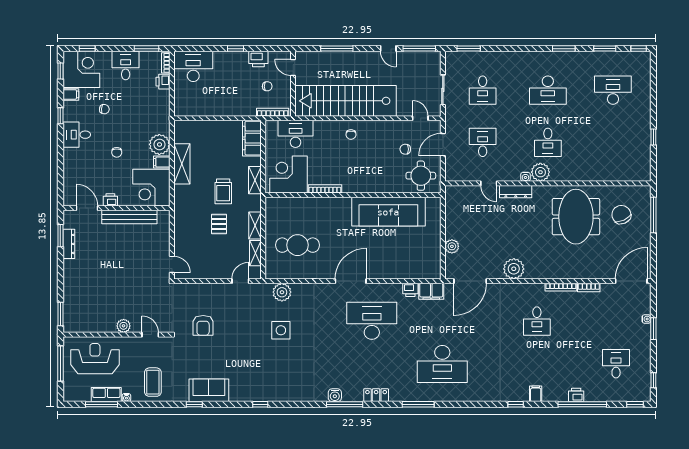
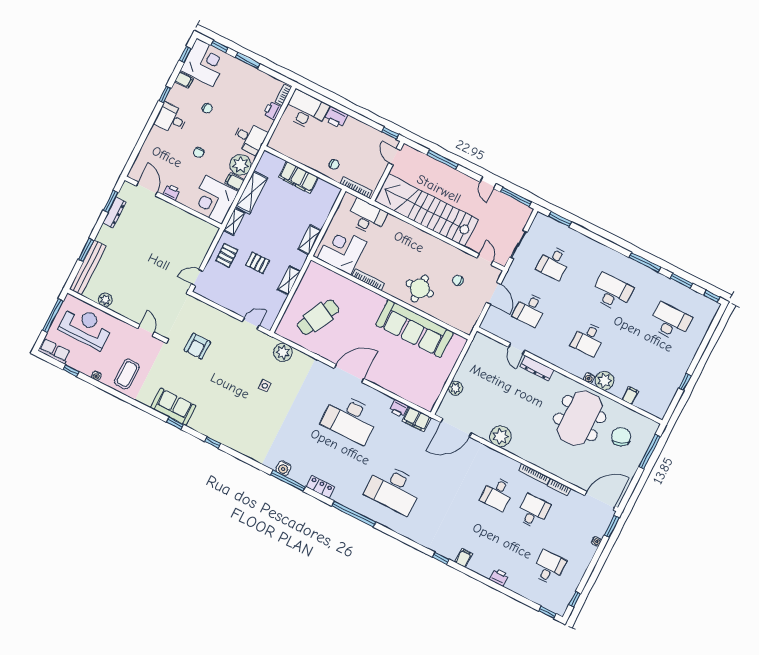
window: (147, 49) -> (248, 61), moved
window: (236, 49) -> (390, 133), moved
window: (564, 49) -> (645, 262), width x1.44
printer: (258, 59) -> (336, 117), moved
desk: (126, 65) -> (250, 138), moved, turned 90
chair: (267, 86) -> (334, 165), moved
desk: (548, 90) -> (612, 292), turned 180
chair: (351, 135) -> (416, 243), removed
filing cabinet: (252, 138) -> (298, 177), moved, turned -90
desk: (483, 142) -> (530, 309), turned 180
door: (443, 145) -> (493, 293), swing flipped
plant: (540, 172) -> (604, 381), moved
filing cabinet: (611, 174) -> (630, 395), added
round table: (421, 176) -> (420, 288), moved
water cooler: (525, 177) -> (589, 378), moved
trolley: (223, 191) -> (276, 236), removed
bench: (129, 217) -> (88, 268), moved, turned 90
pallet: (219, 224) -> (258, 263), turned 90
pallet: (188, 231) -> (227, 255), added
cafe table: (297, 245) -> (318, 317), turned -63
shelving: (255, 253) -> (234, 222), moved
door: (172, 264) -> (197, 278), swing flipped
window: (60, 314) -> (86, 250), moved
desk: (372, 321) -> (350, 419), turned 180
desk: (576, 321) -> (533, 511), added
plant: (124, 326) -> (105, 300), moved
window: (653, 329) -> (612, 527), moved
side table: (281, 330) -> (265, 386), width x0.54, depth x0.54
row of seats: (106, 395) -> (54, 351), moved
window: (102, 404) -> (71, 371), width x0.46
window: (194, 404) -> (175, 423), moved
window: (418, 404) -> (354, 514), width x1.46
window: (582, 404) -> (500, 588), removed

